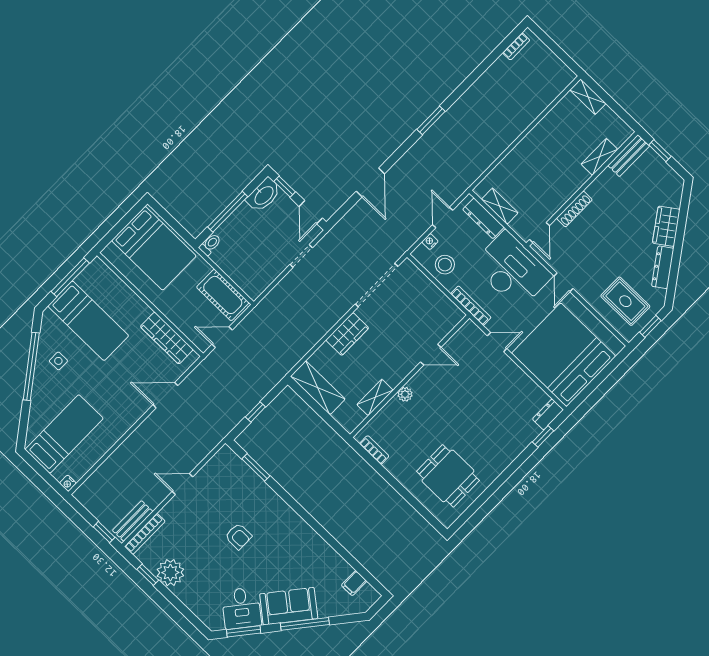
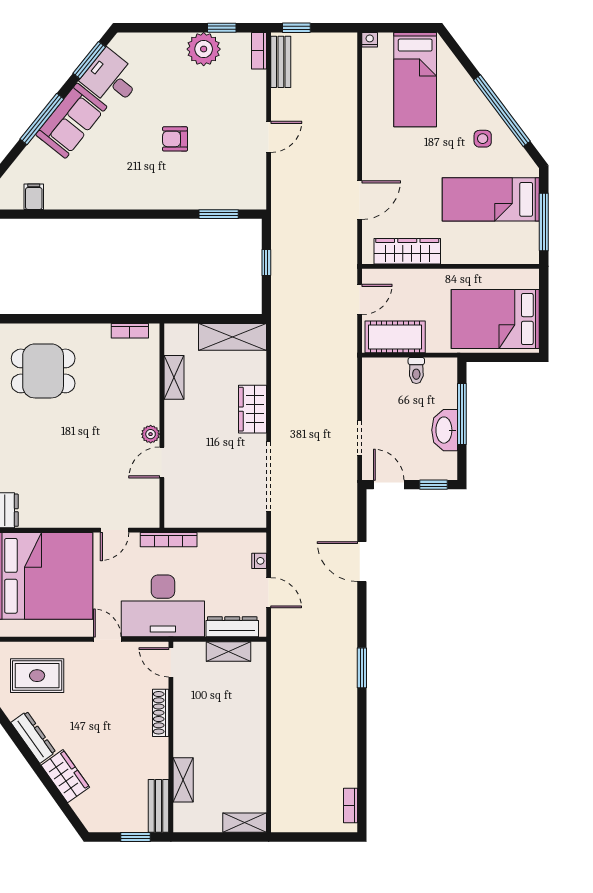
washbasin: (264, 195) -> (445, 430), moved
toilet: (210, 244) -> (416, 371), moved
stool: (445, 265) -> (226, 553), removed
plant: (405, 394) -> (151, 434), moved
bookcase: (145, 534) -> (259, 51), width x0.64

